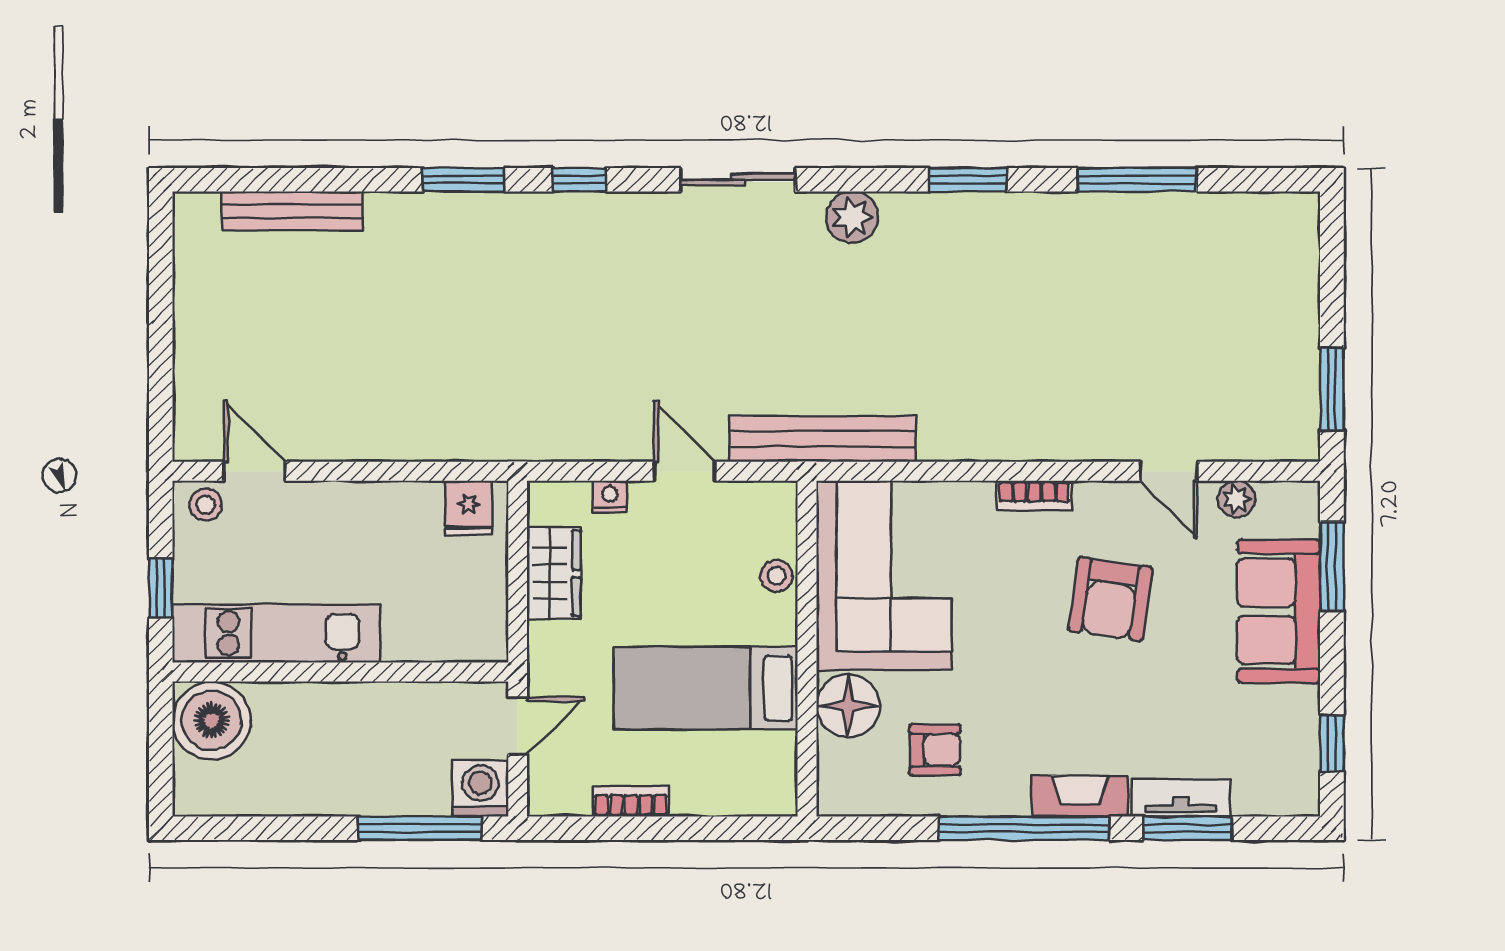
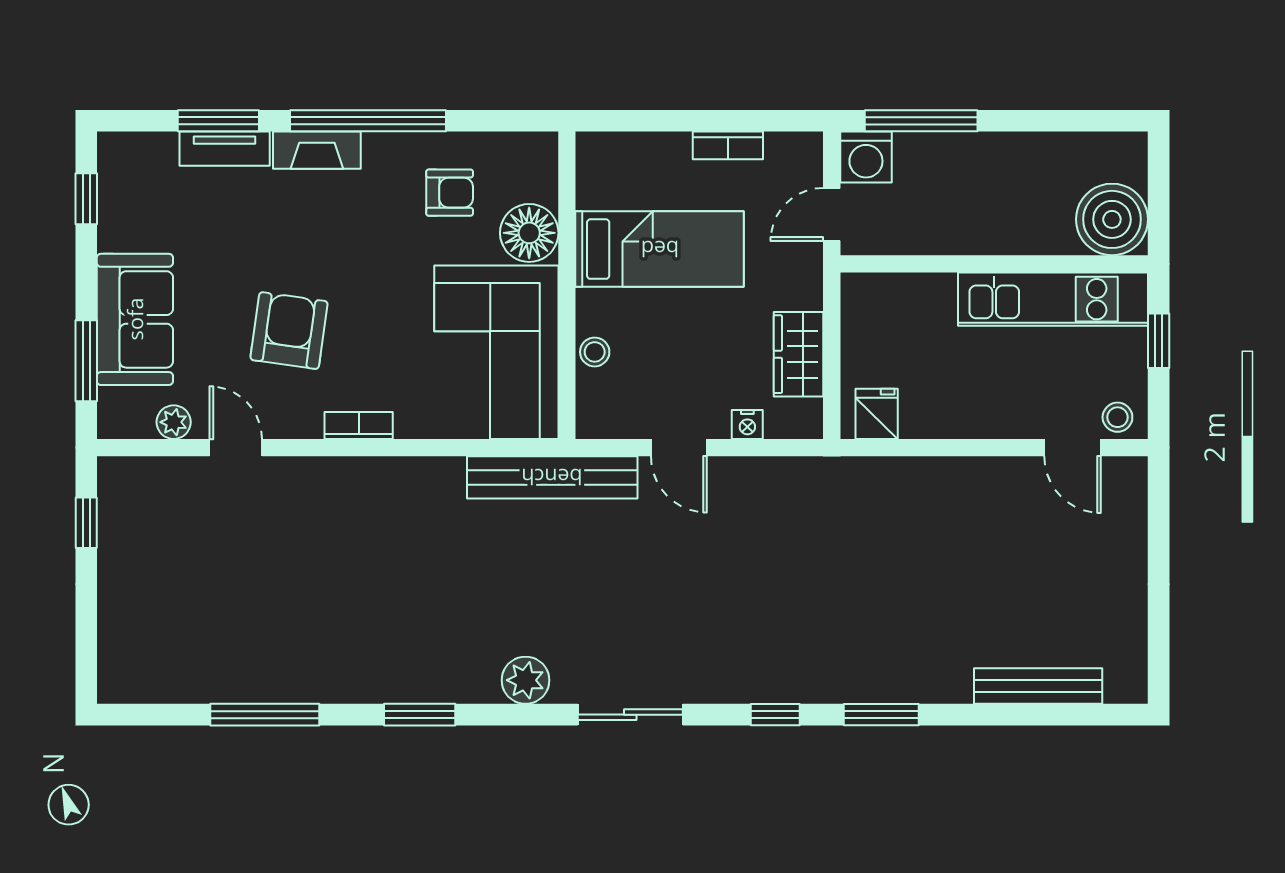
window: (1332, 389) -> (86, 523), width x0.67
armchair: (935, 750) -> (450, 193), turned 180

